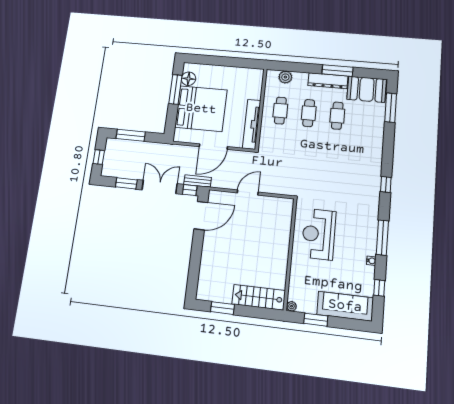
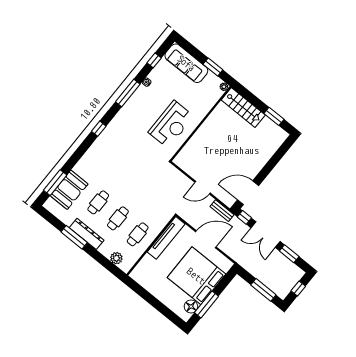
booth: (367, 89) -> (69, 190), moved, turned 90
bench: (198, 181) -> (222, 211), moved

